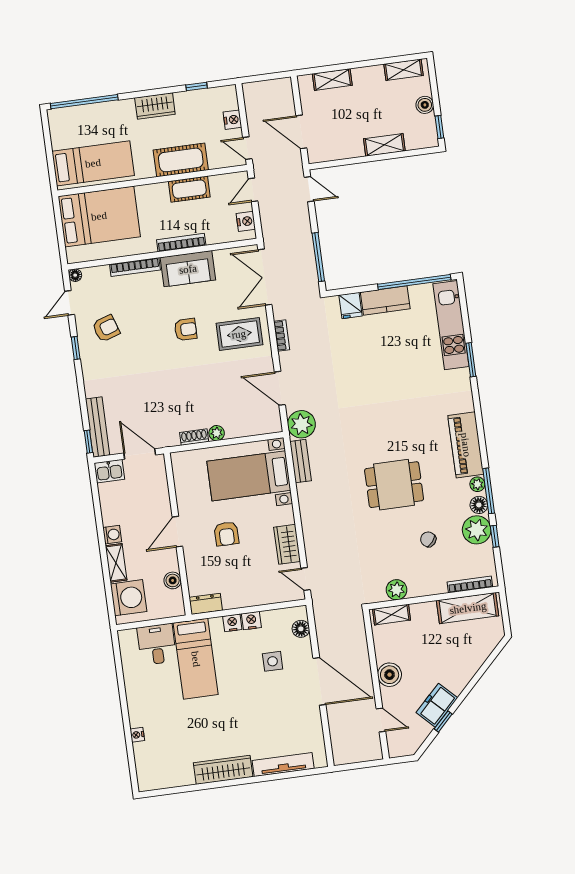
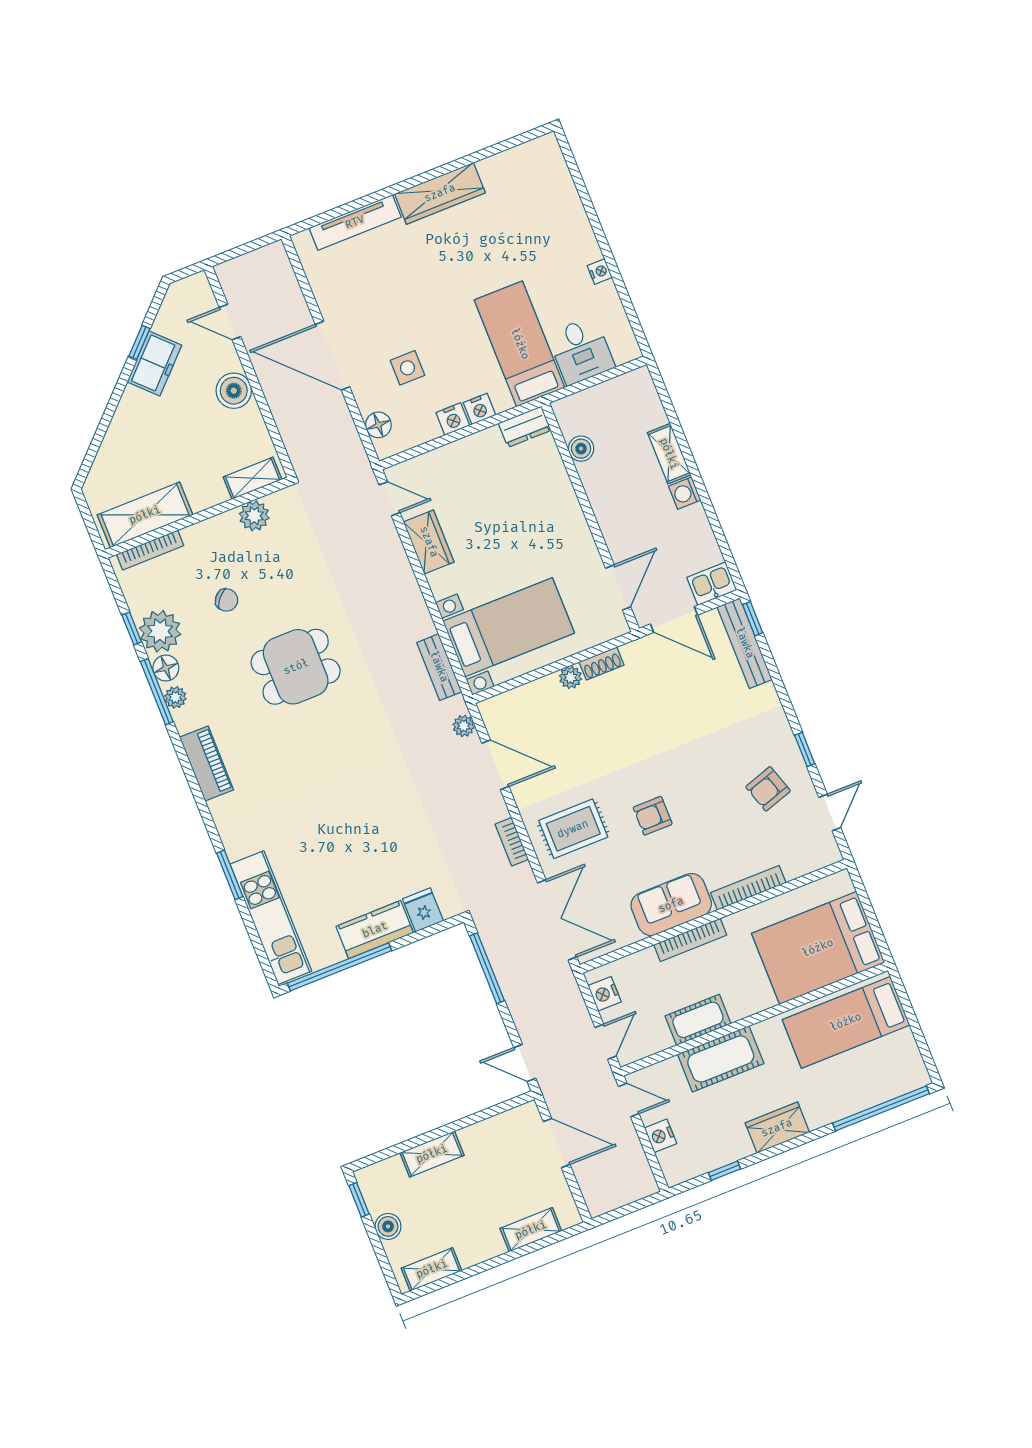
floor lamp: (75, 275) -> (832, 854), removed
plant: (301, 424) -> (464, 726), width x0.53, depth x0.53
piano: (466, 445) -> (206, 764), width x0.73, depth x0.75
door: (177, 532) -> (618, 587), moved
armchair: (226, 534) -> (520, 535), removed
washing machine: (129, 598) -> (638, 408), removed
nightstand: (137, 735) -> (600, 272), moved

